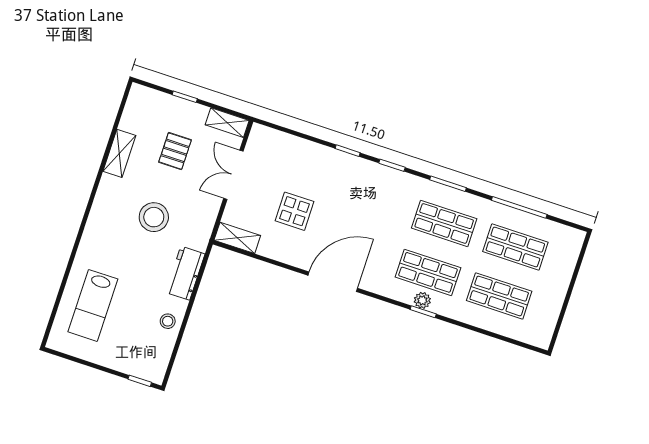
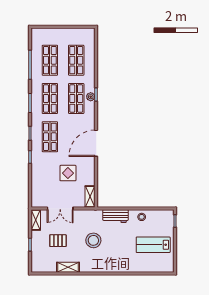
shop shelf: (373, 200) -> (50, 137), added
door: (333, 282) -> (96, 143), hinge flipped
lab bench: (93, 305) -> (153, 245), moved, turned 180

